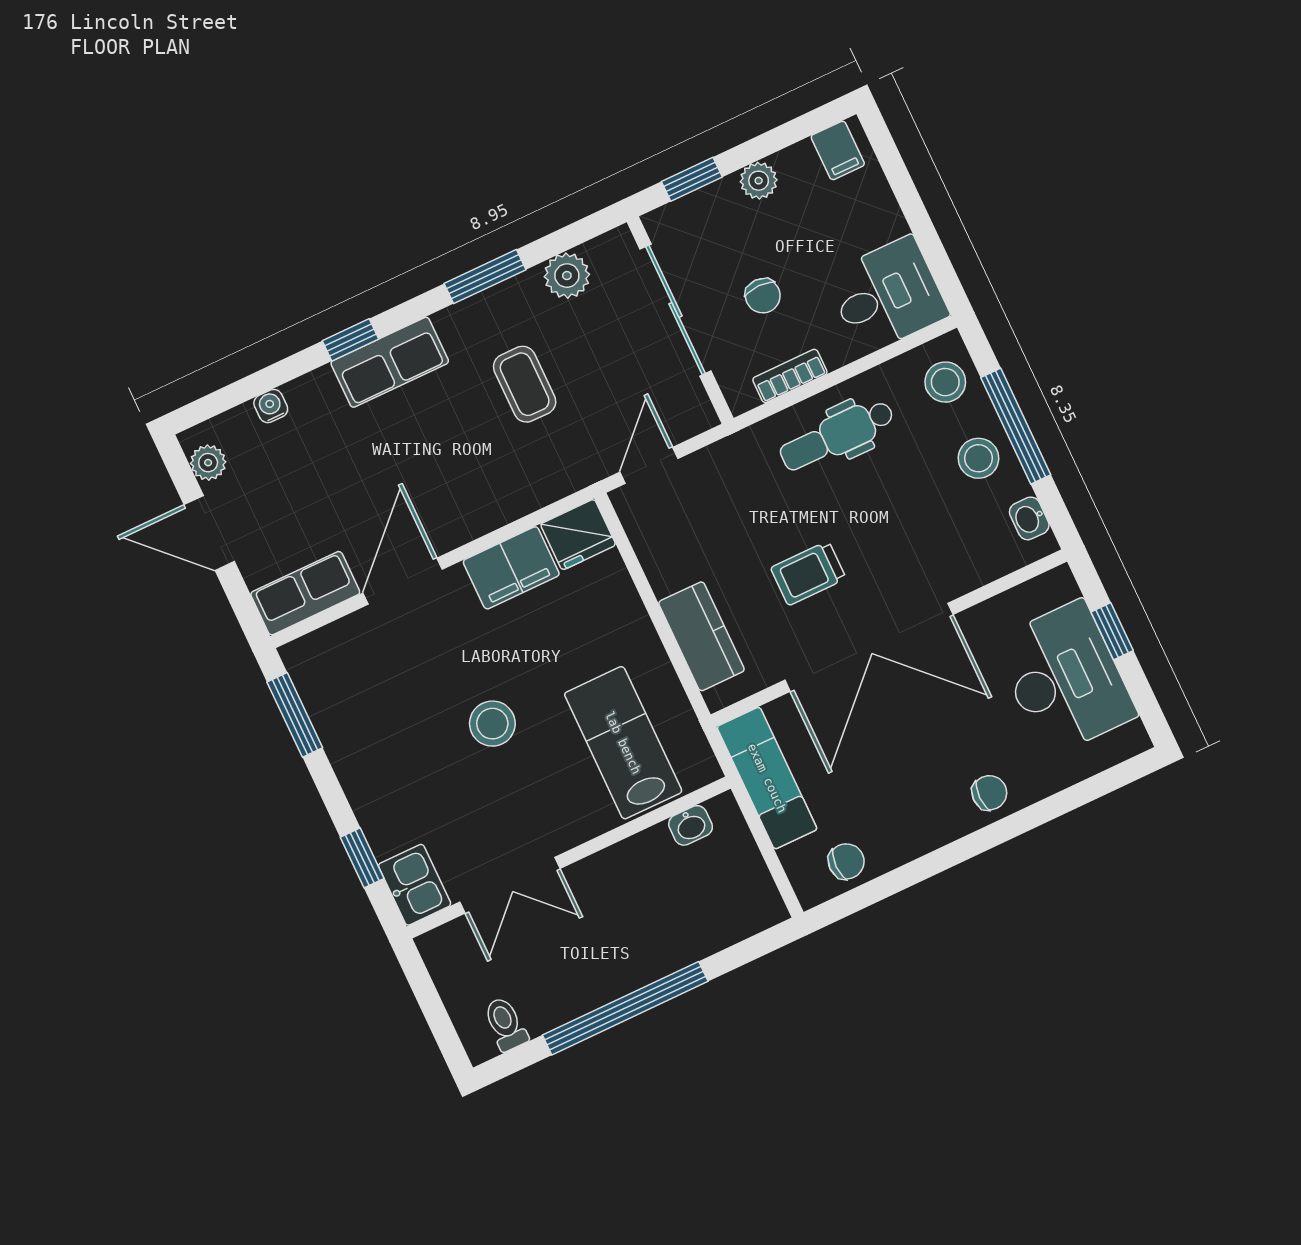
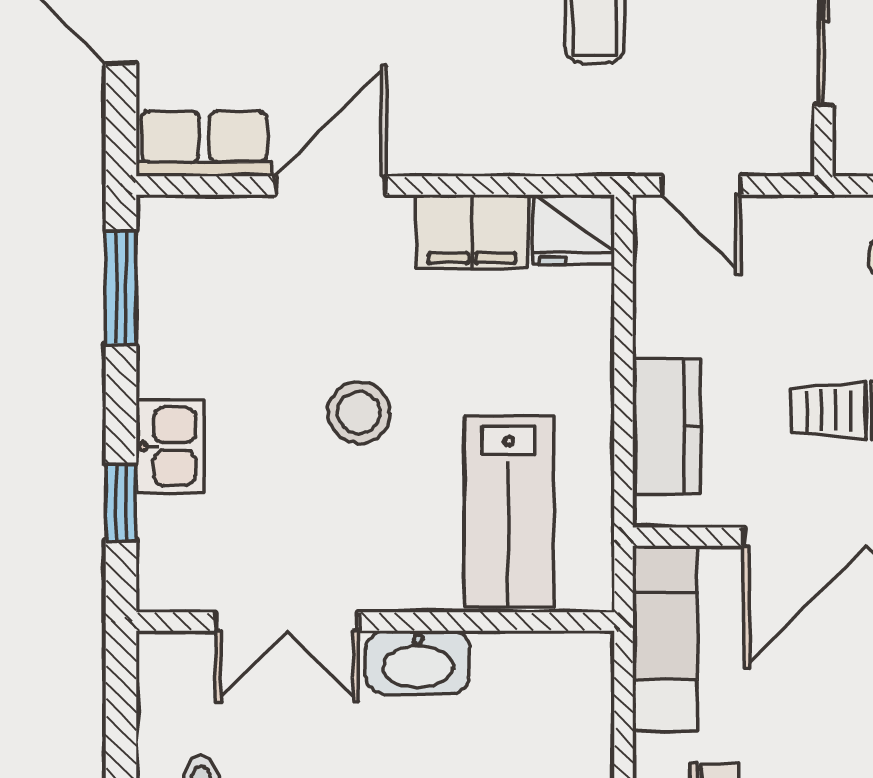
door: (649, 465) -> (701, 185), swing flipped
lab bench: (623, 743) -> (509, 512), turned 180
washbasin: (691, 825) -> (418, 662), moved, width x1.91, depth x1.45
kitchen sink: (415, 885) -> (170, 446), moved

